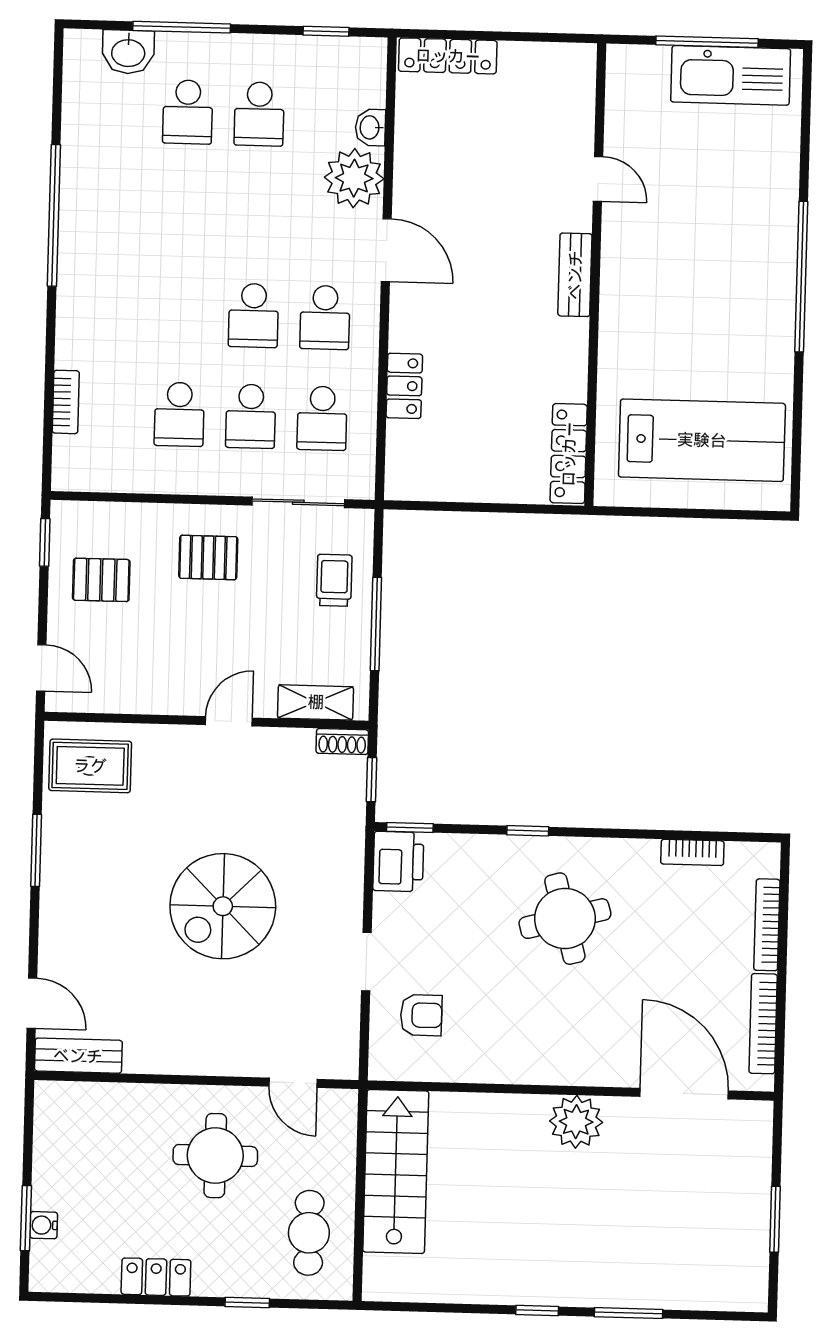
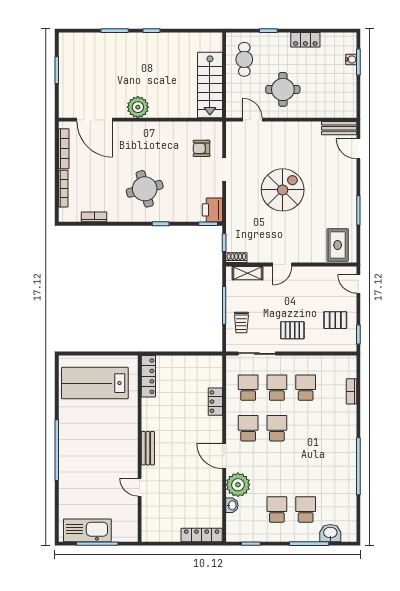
rug: (90, 766) -> (338, 245), turned 90

